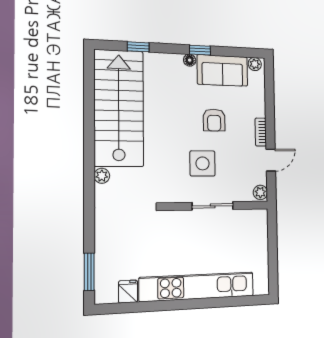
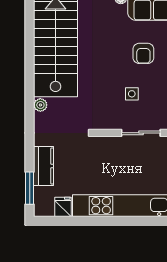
side table: (203, 163) -> (132, 94), width x0.54, depth x0.54
kitchen counter: (105, 246) -> (44, 166), added

